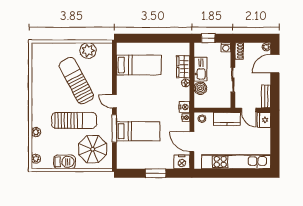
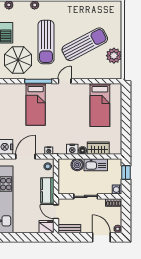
nightstand: (184, 107) -> (72, 149), moved
door: (249, 110) -> (56, 212), hinge flipped

